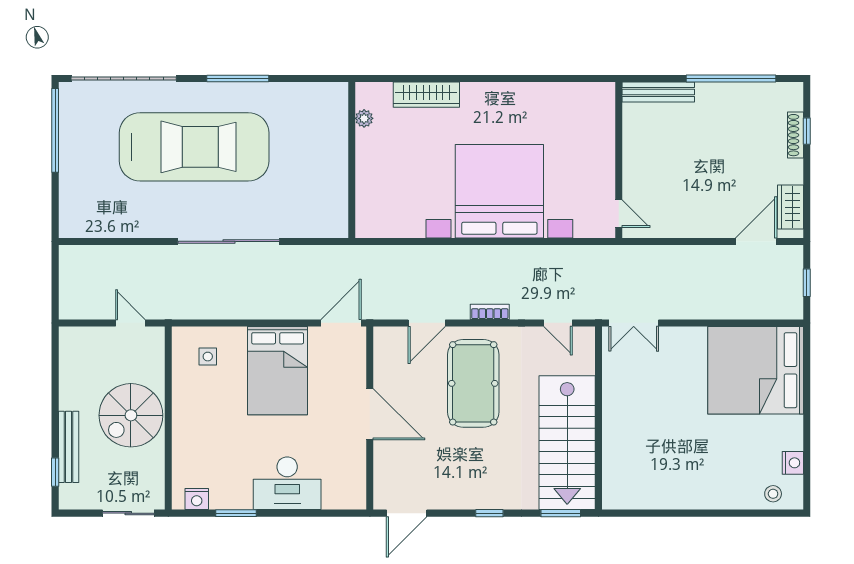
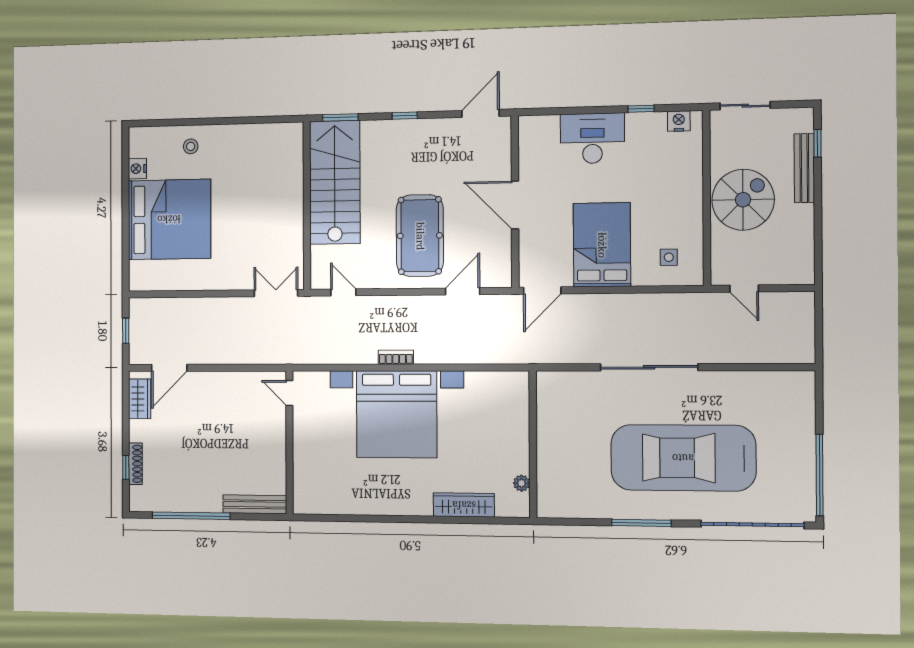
bookcase: (490, 312) -> (396, 357), moved, turned 180
bed: (756, 370) -> (169, 219), moved
stool: (773, 494) -> (191, 146), moved
window: (236, 513) -> (641, 109), width x0.67

